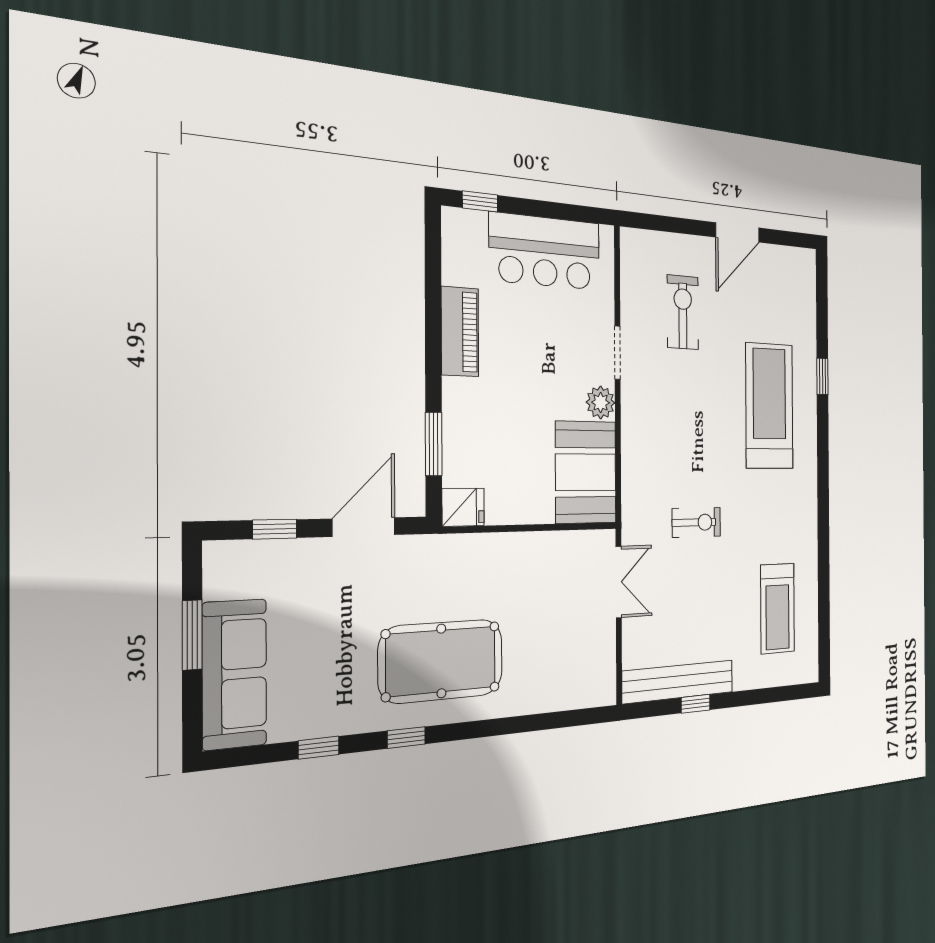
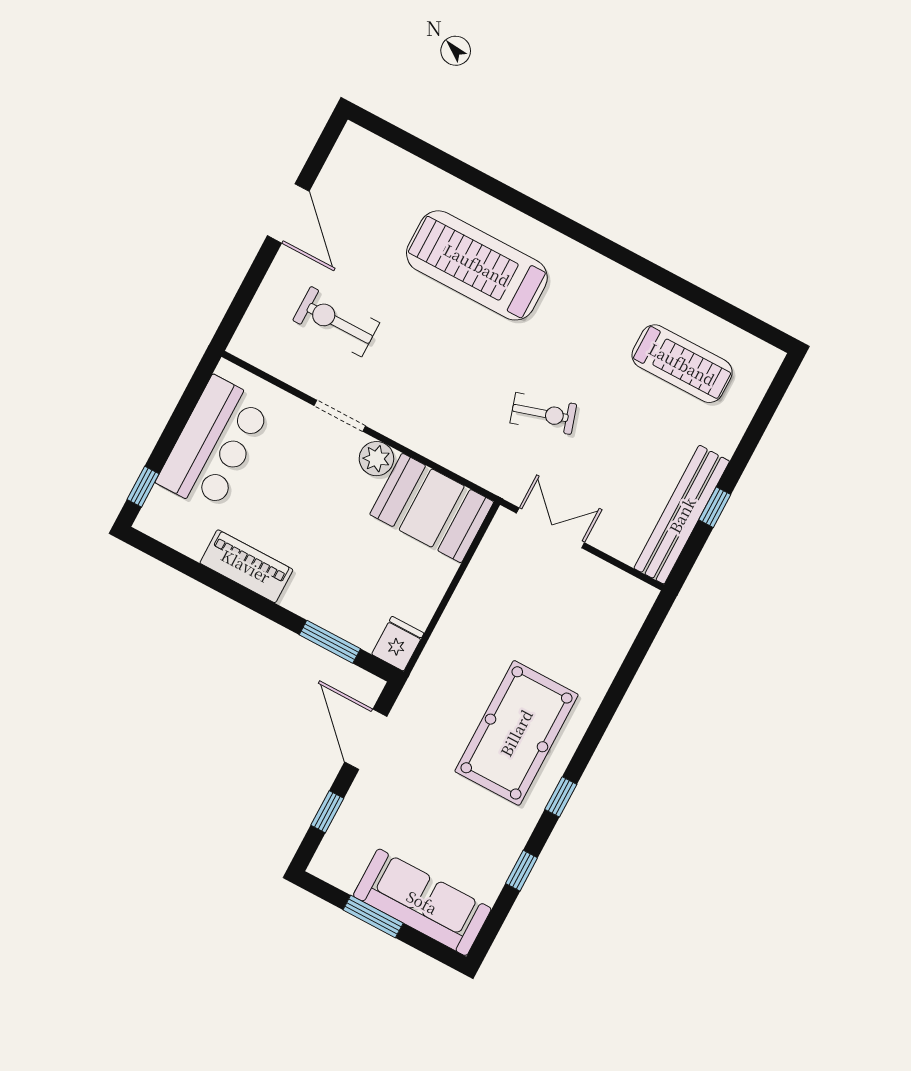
window: (822, 376) -> (481, 181), removed
exercise bike: (696, 522) -> (543, 414), turned 73

